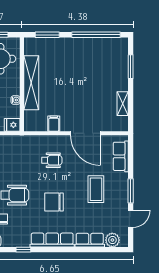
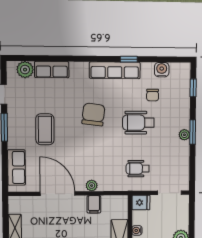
plant: (56, 140) -> (92, 186), added
wheelchair: (52, 160) -> (138, 169), moved
chair: (54, 202) -> (93, 114), turned -83
row of seats: (52, 240) -> (115, 70), moved

